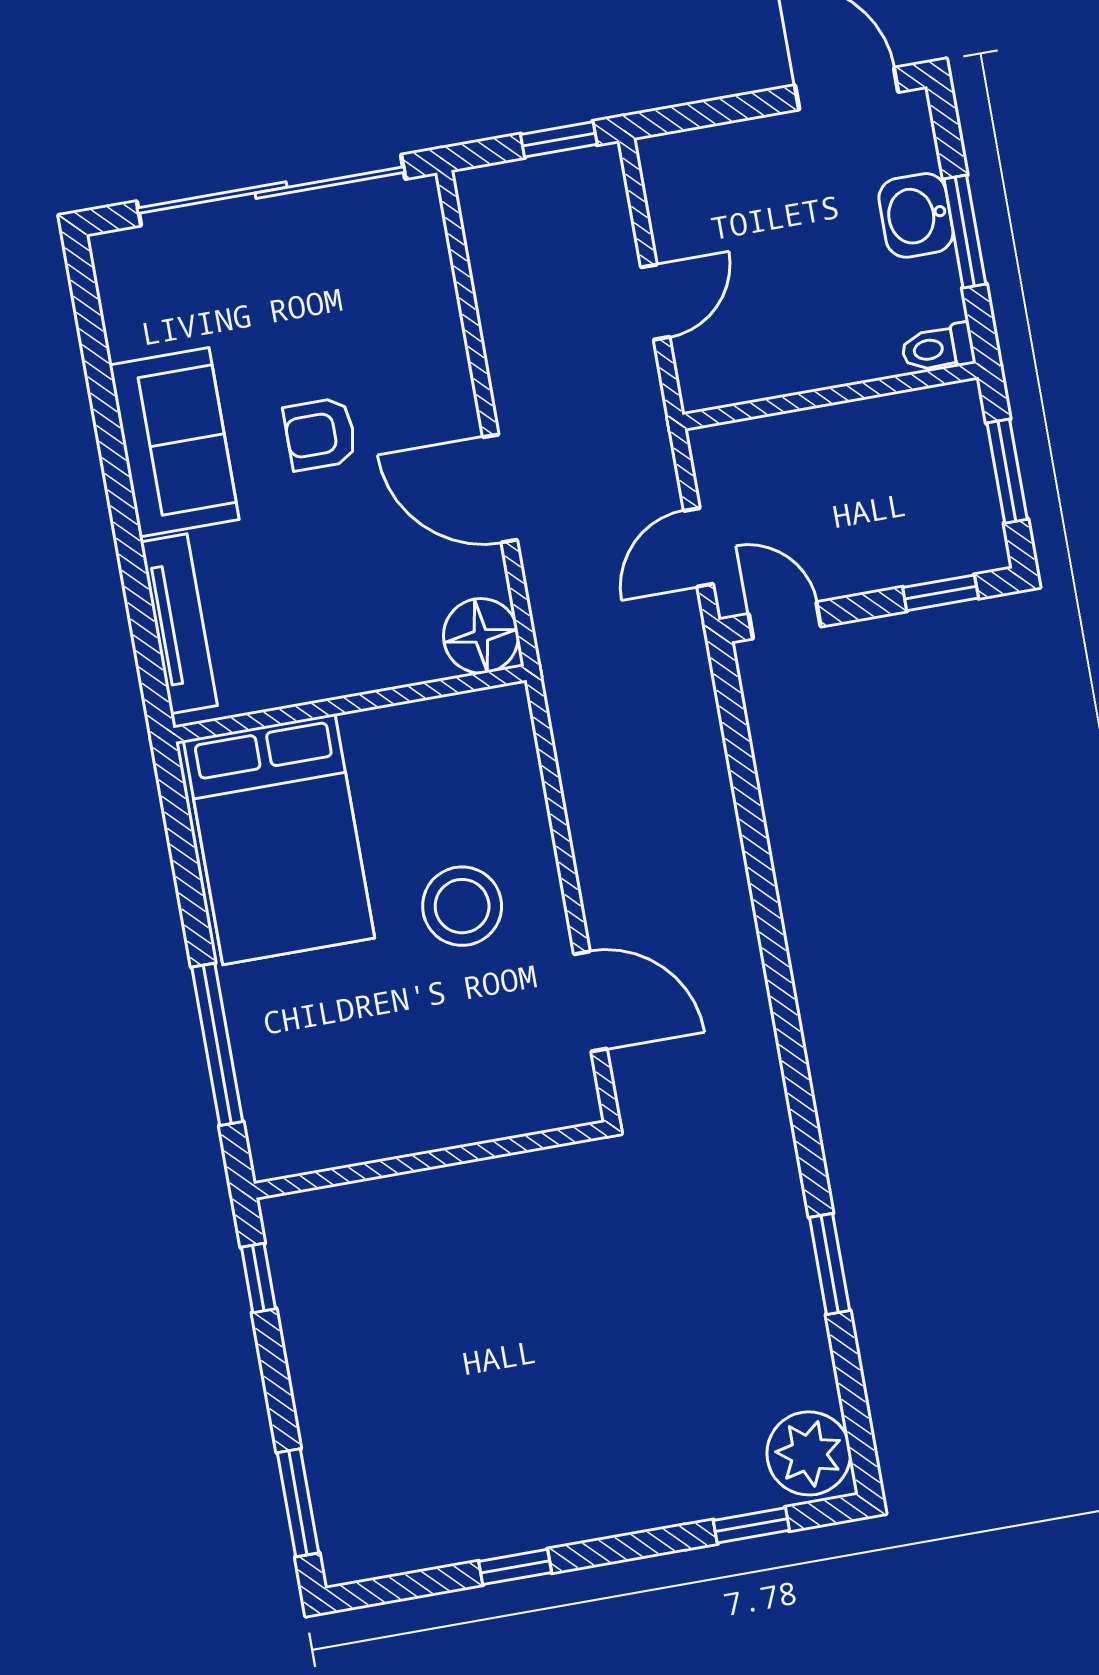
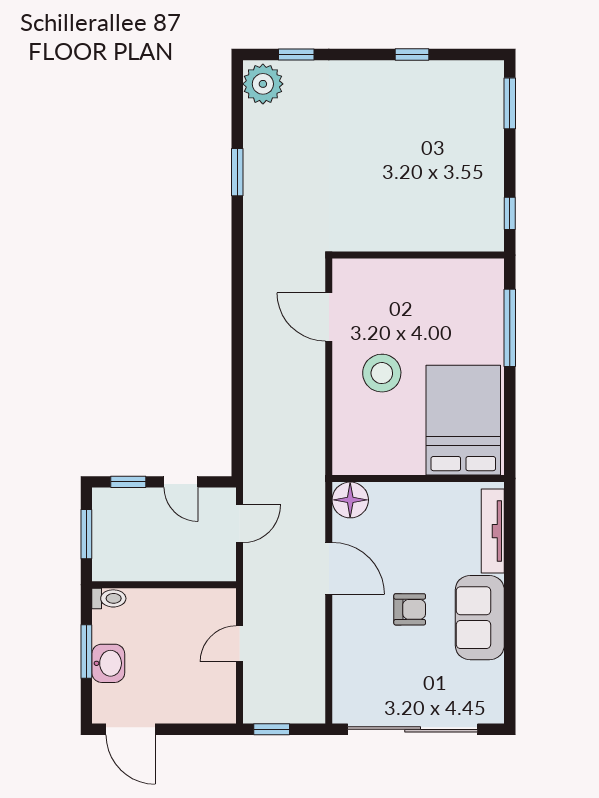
door: (785, 620) -> (181, 482), moved

